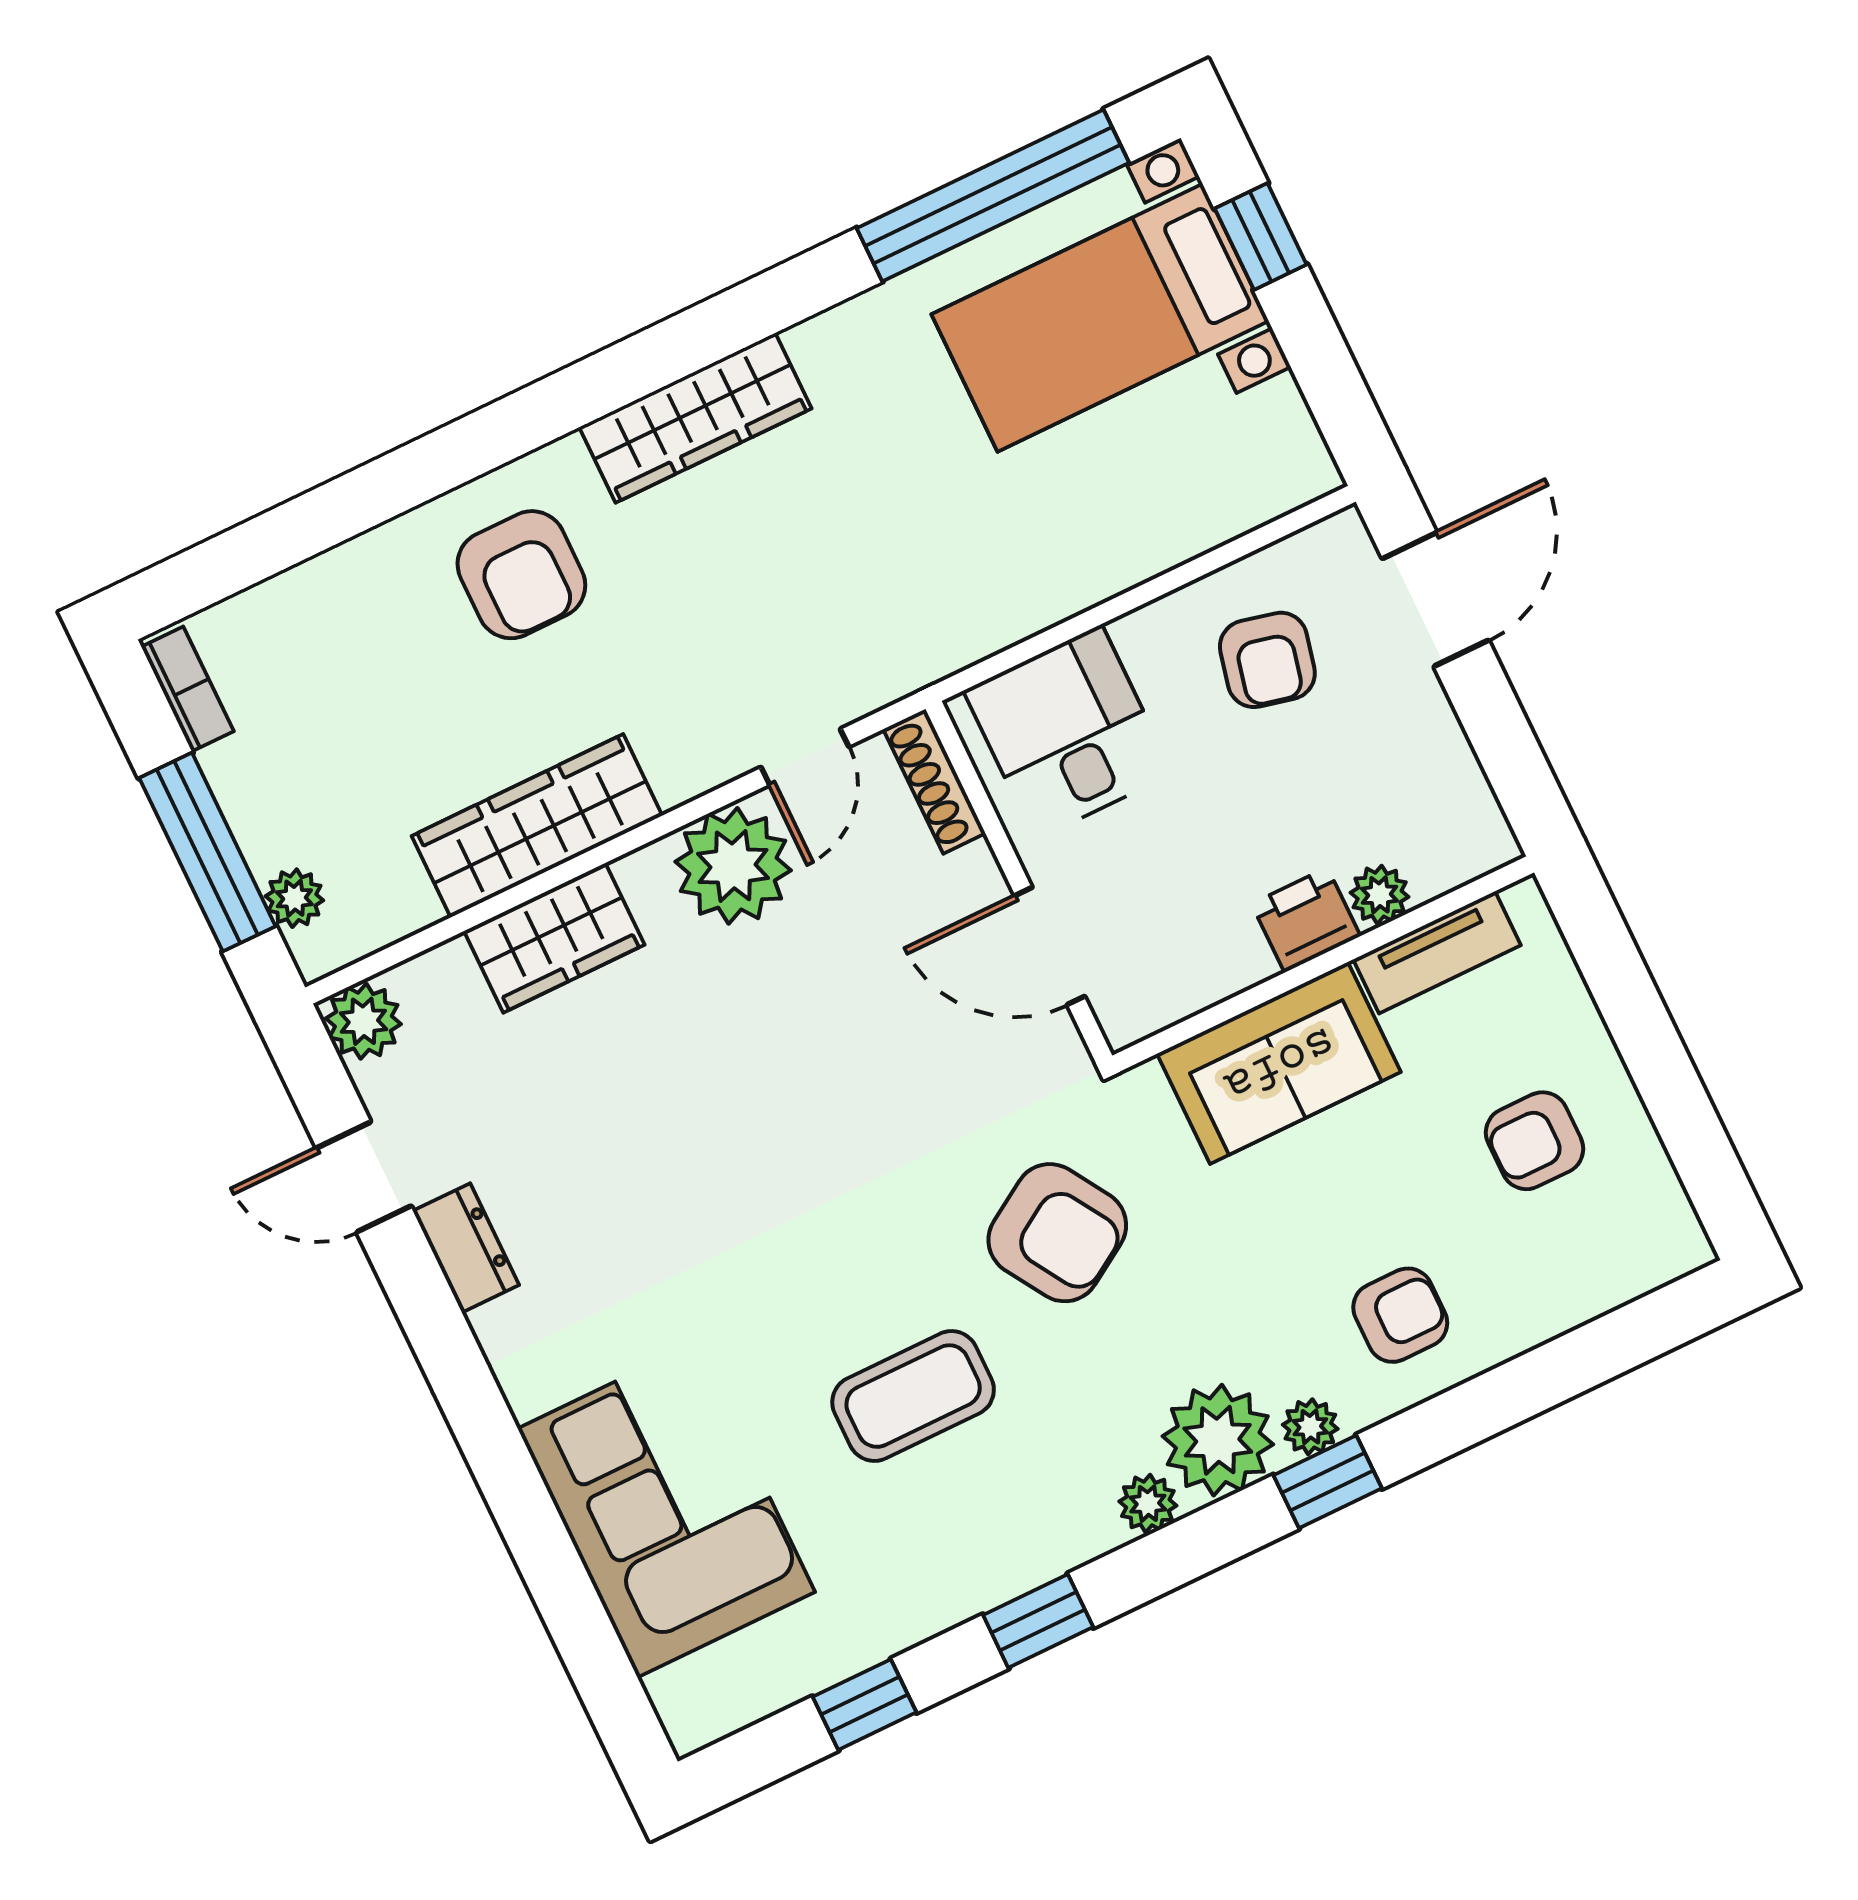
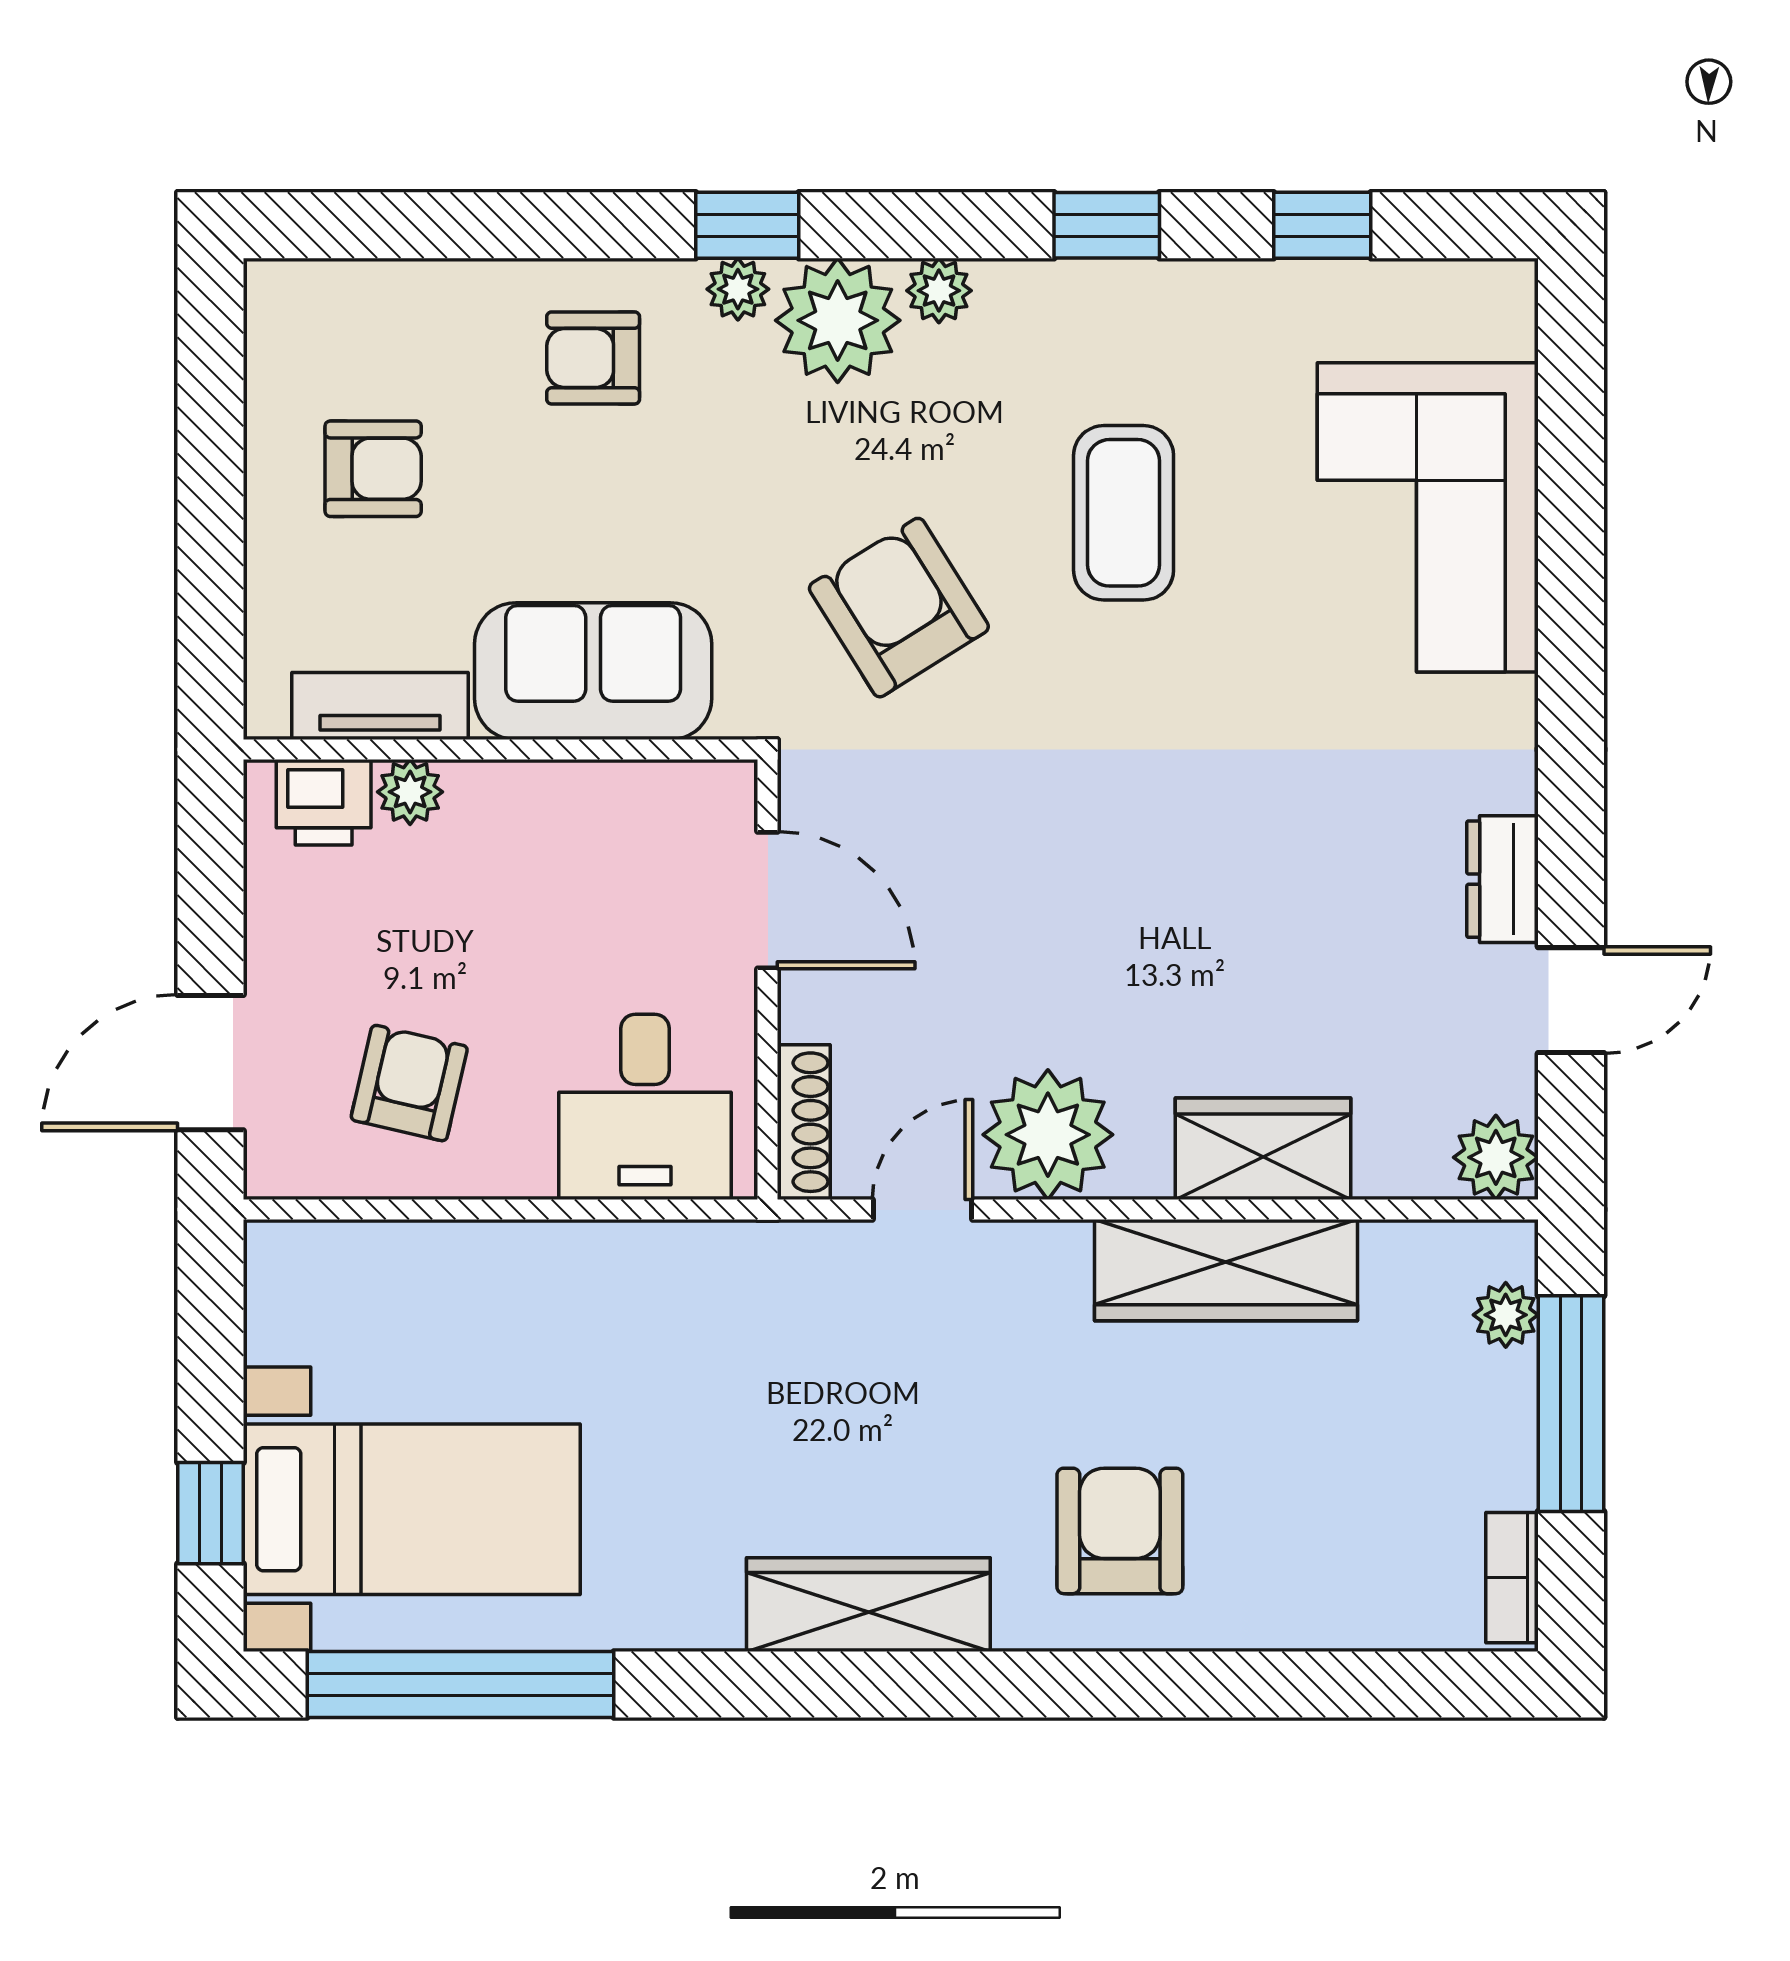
printer: (1306, 920) -> (324, 802), moved
door: (364, 1177) -> (1571, 1000), hinge flipped
coffee table: (913, 1396) -> (1124, 513), turned 90

